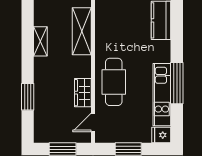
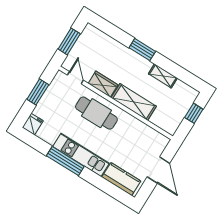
shelving: (82, 31) -> (134, 102), moved
kitchen unit: (162, 95) -> (81, 155), moved
window: (28, 97) -> (142, 50), moved

